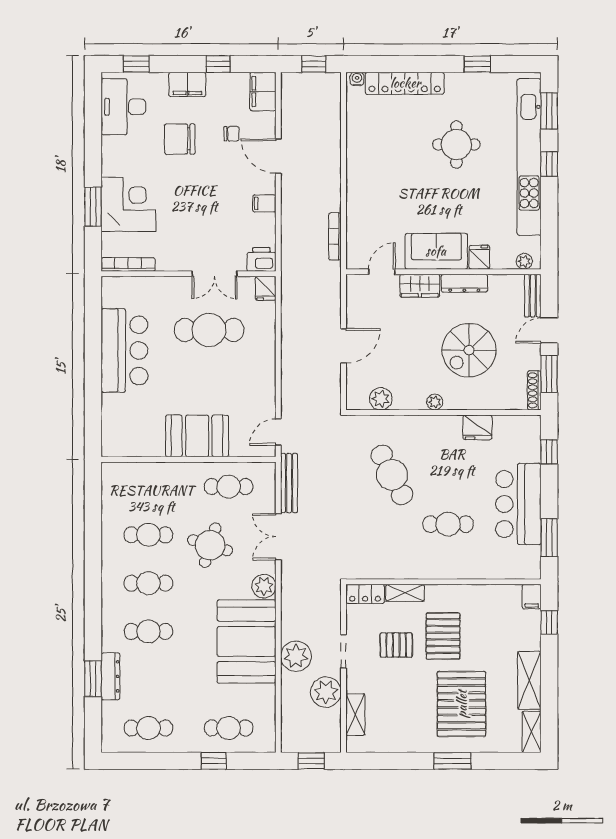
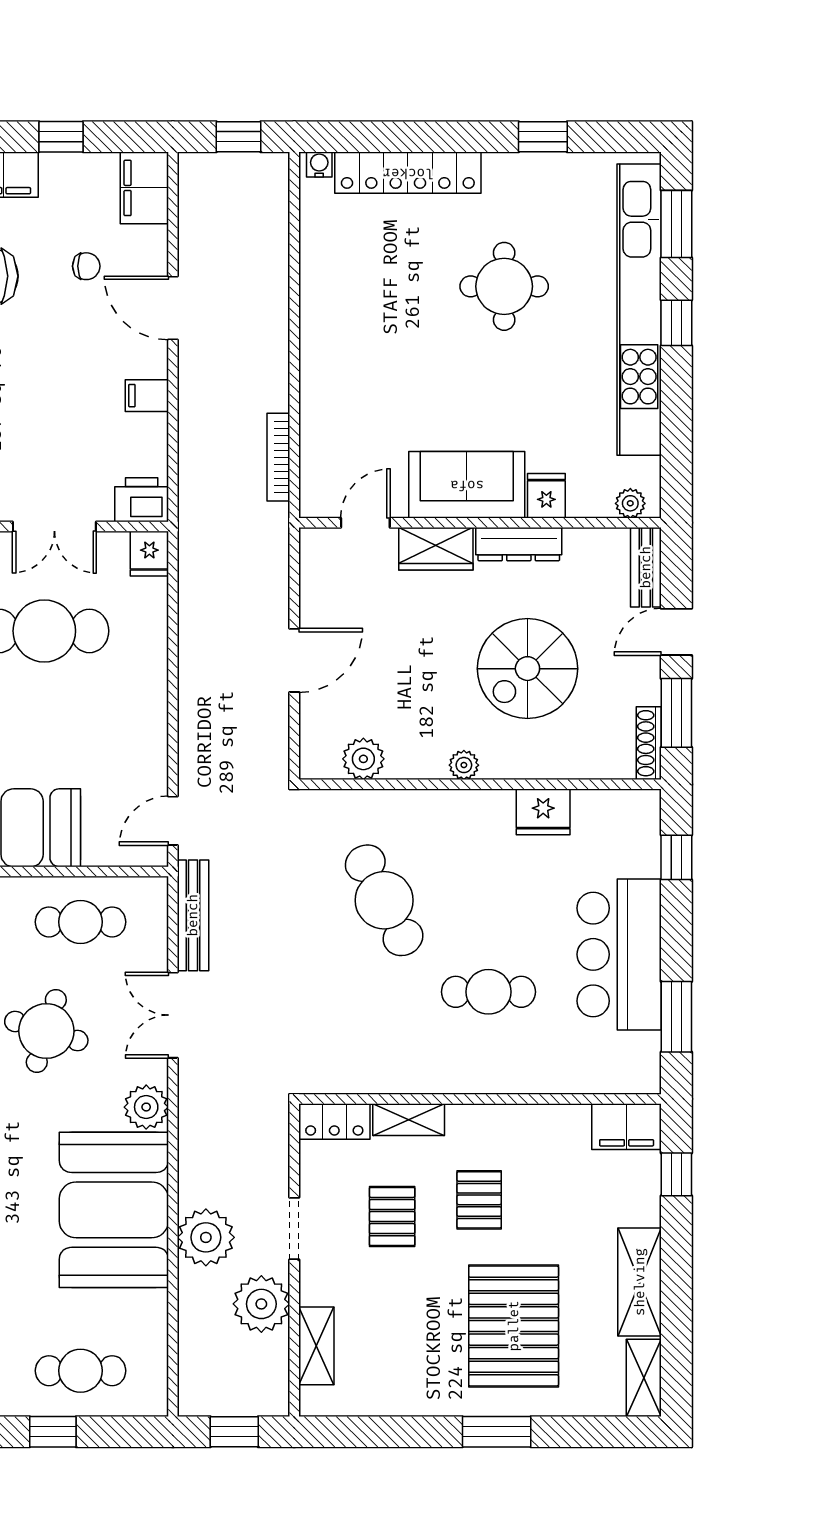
filing cabinet: (532, 597) -> (627, 1127), width x2.00
pallet: (443, 636) -> (479, 1200), width x0.67, depth x0.71
pallet: (396, 645) -> (392, 1217), turned 90

